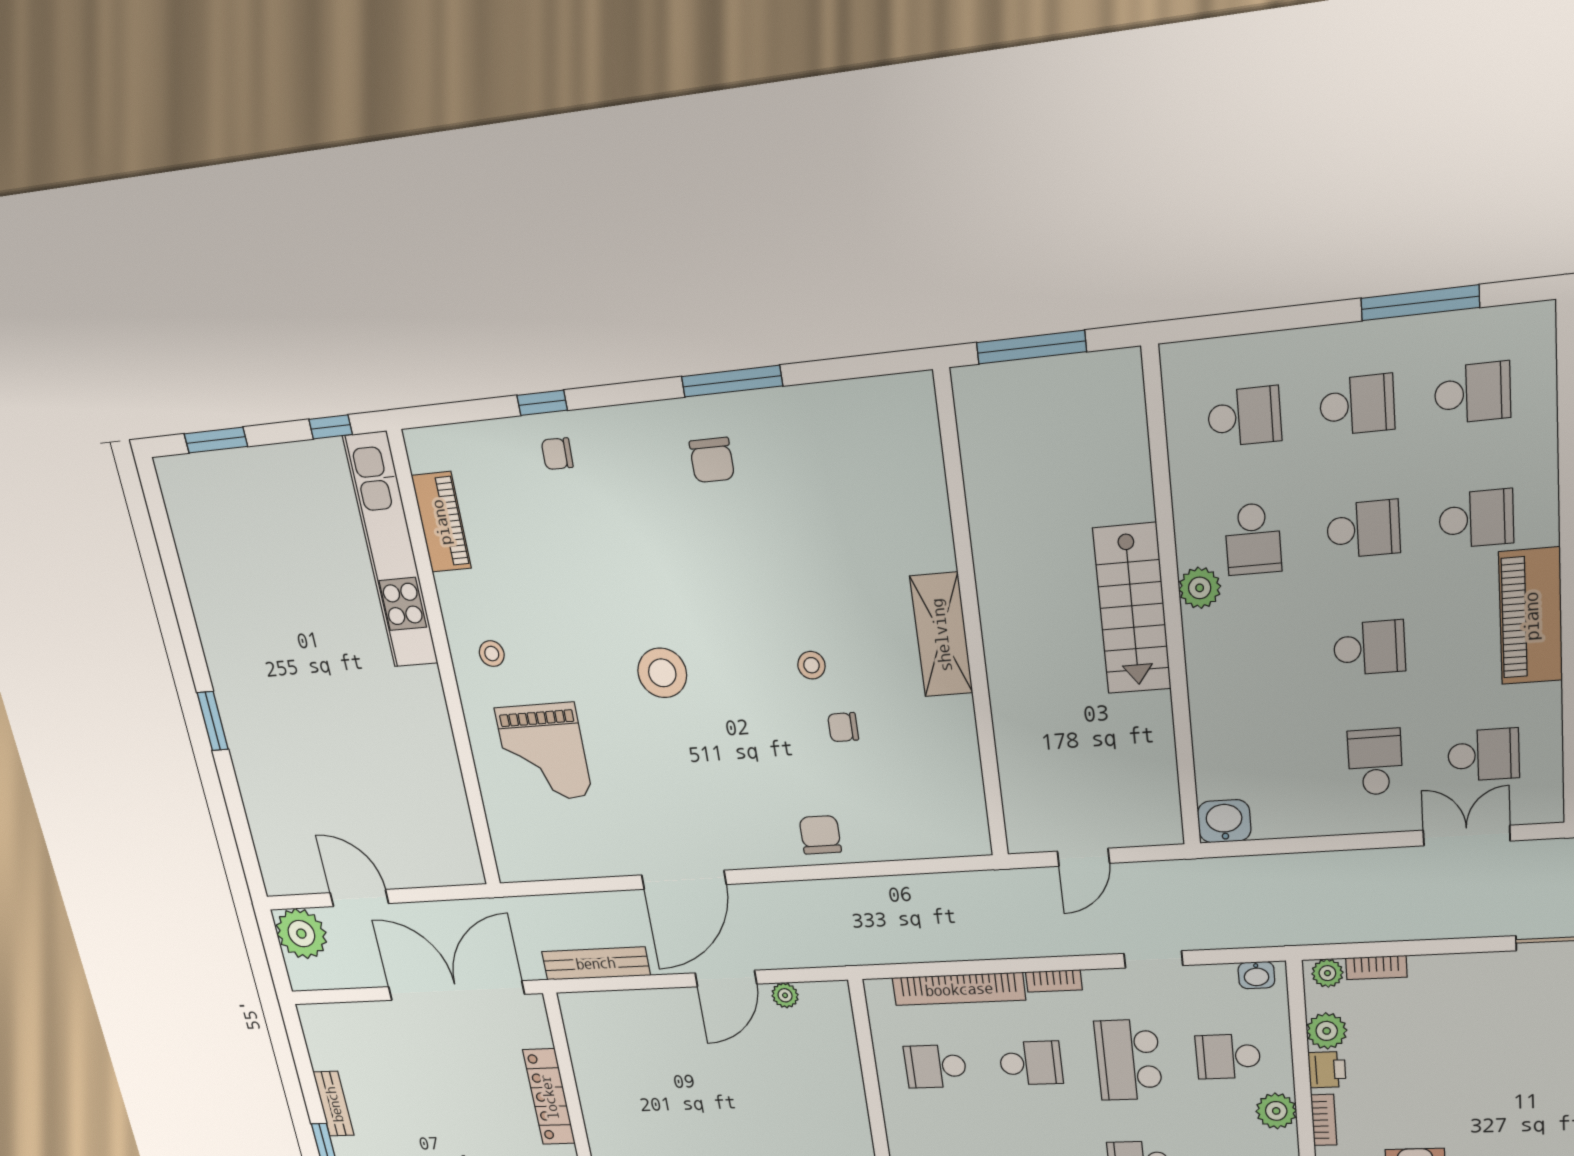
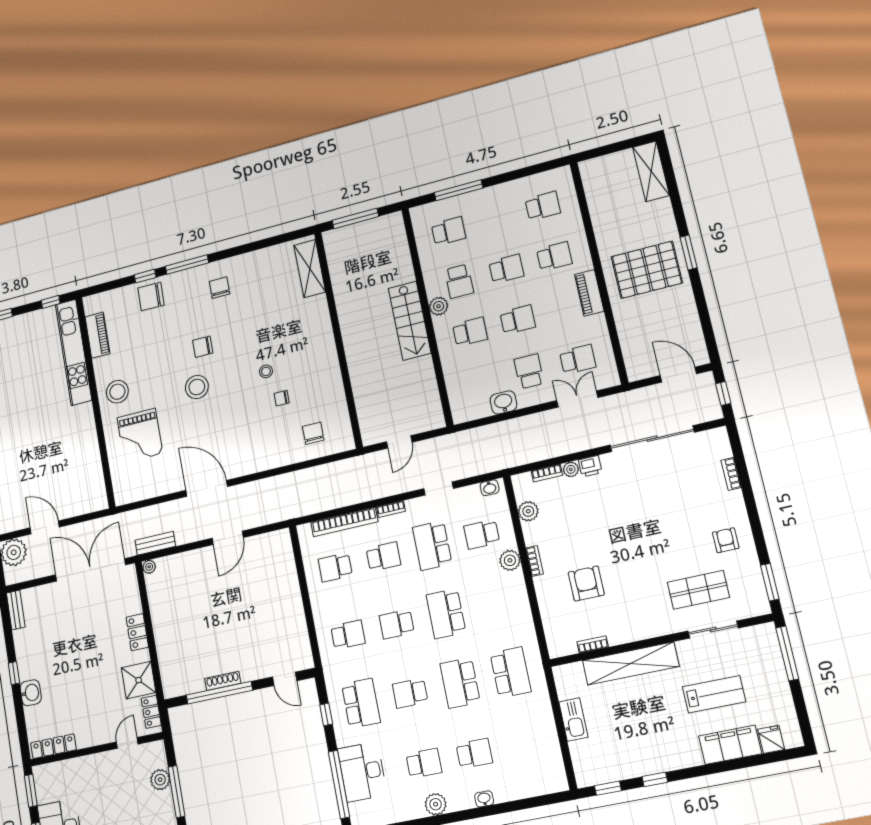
window: (1420, 303) -> (459, 190), moved
window: (732, 381) -> (187, 265), moved
school desk: (1357, 405) -> (470, 332), moved
chair: (557, 454) -> (151, 296), width x1.87, depth x1.87
chair: (712, 460) -> (220, 288), turned 180
chair: (675, 588) -> (203, 347), added
piano: (1531, 616) -> (589, 293), width x0.73, depth x0.75
shelving: (941, 635) -> (310, 269), moved
stool: (492, 654) -> (117, 392), width x1.89, depth x1.89
washbasin: (1224, 821) -> (503, 402), moved
chair: (820, 835) -> (313, 433), moved
door: (684, 880) -> (207, 488), swing flipped
bench: (596, 963) -> (155, 543), width x0.73
plant: (1327, 973) -> (571, 469), moved
plant: (785, 995) -> (149, 567), moved
printer: (1327, 1070) -> (590, 466), moved, turned 90
locker: (549, 1097) -> (137, 632), width x0.66
bench: (334, 1104) -> (16, 610), moved

